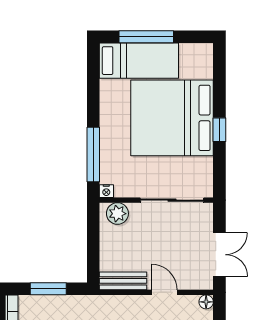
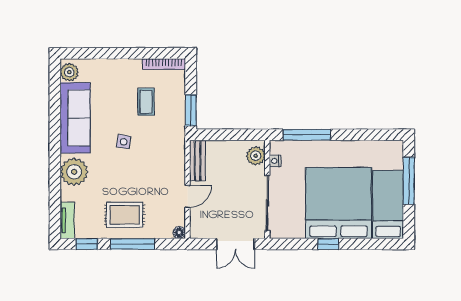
bed: (139, 61) -> (388, 205), moved, turned 180
nightstand: (106, 191) -> (275, 161), moved
double door: (219, 255) -> (235, 244), moved
window: (48, 289) -> (191, 110), moved

